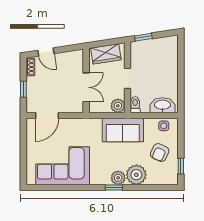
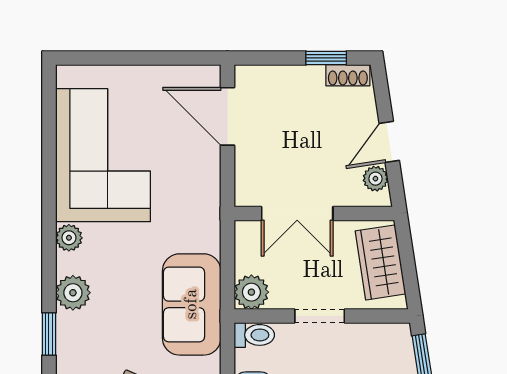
door: (46, 52) -> (389, 142), moved
plant: (72, 56) -> (375, 179), added
window: (23, 89) -> (326, 58), moved
plant: (136, 175) -> (69, 238), moved, width x0.53, depth x0.53
window: (114, 188) -> (49, 334), moved

